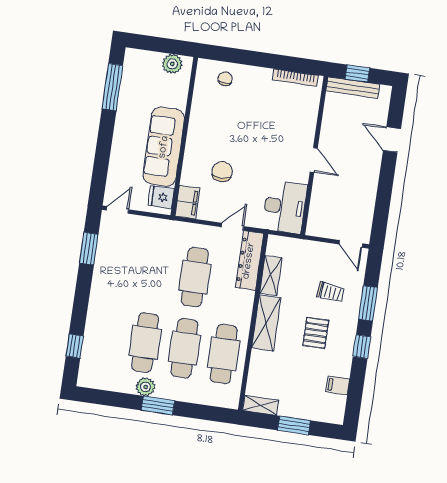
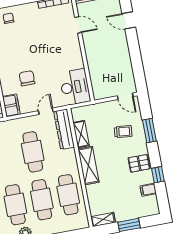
door: (314, 160) -> (78, 25), moved
pallet: (316, 333) -> (139, 163), moved, turned 90
window: (362, 347) -> (158, 175), moved

